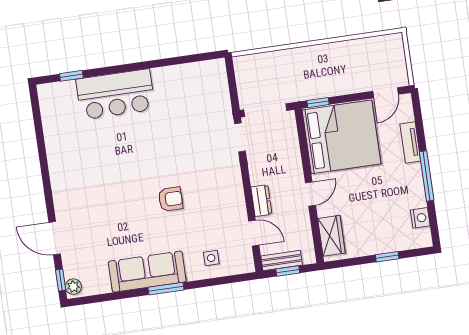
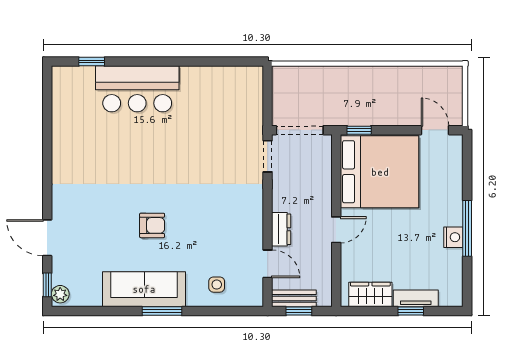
door: (386, 93) -> (435, 130), swing flipped
tv unit: (410, 143) -> (416, 298), moved, turned 90
armchair: (171, 199) -> (152, 225), moved
nightstand: (420, 218) -> (453, 237), moved
wardrobe: (331, 236) -> (370, 294), moved, turned -90

